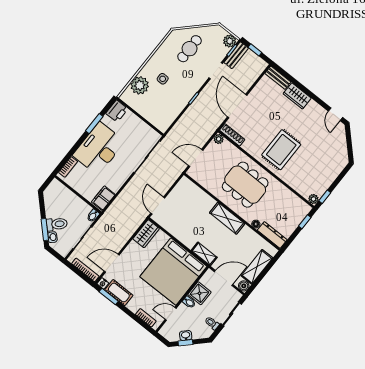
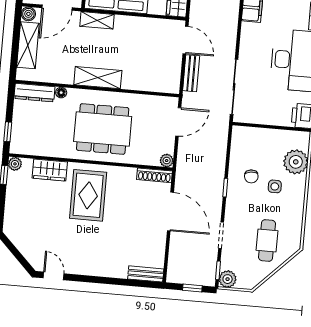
bench: (236, 55) -> (191, 73), moved
chair: (173, 95) -> (251, 176), added
wardrobe: (297, 96) -> (50, 170), moved, turned 180

